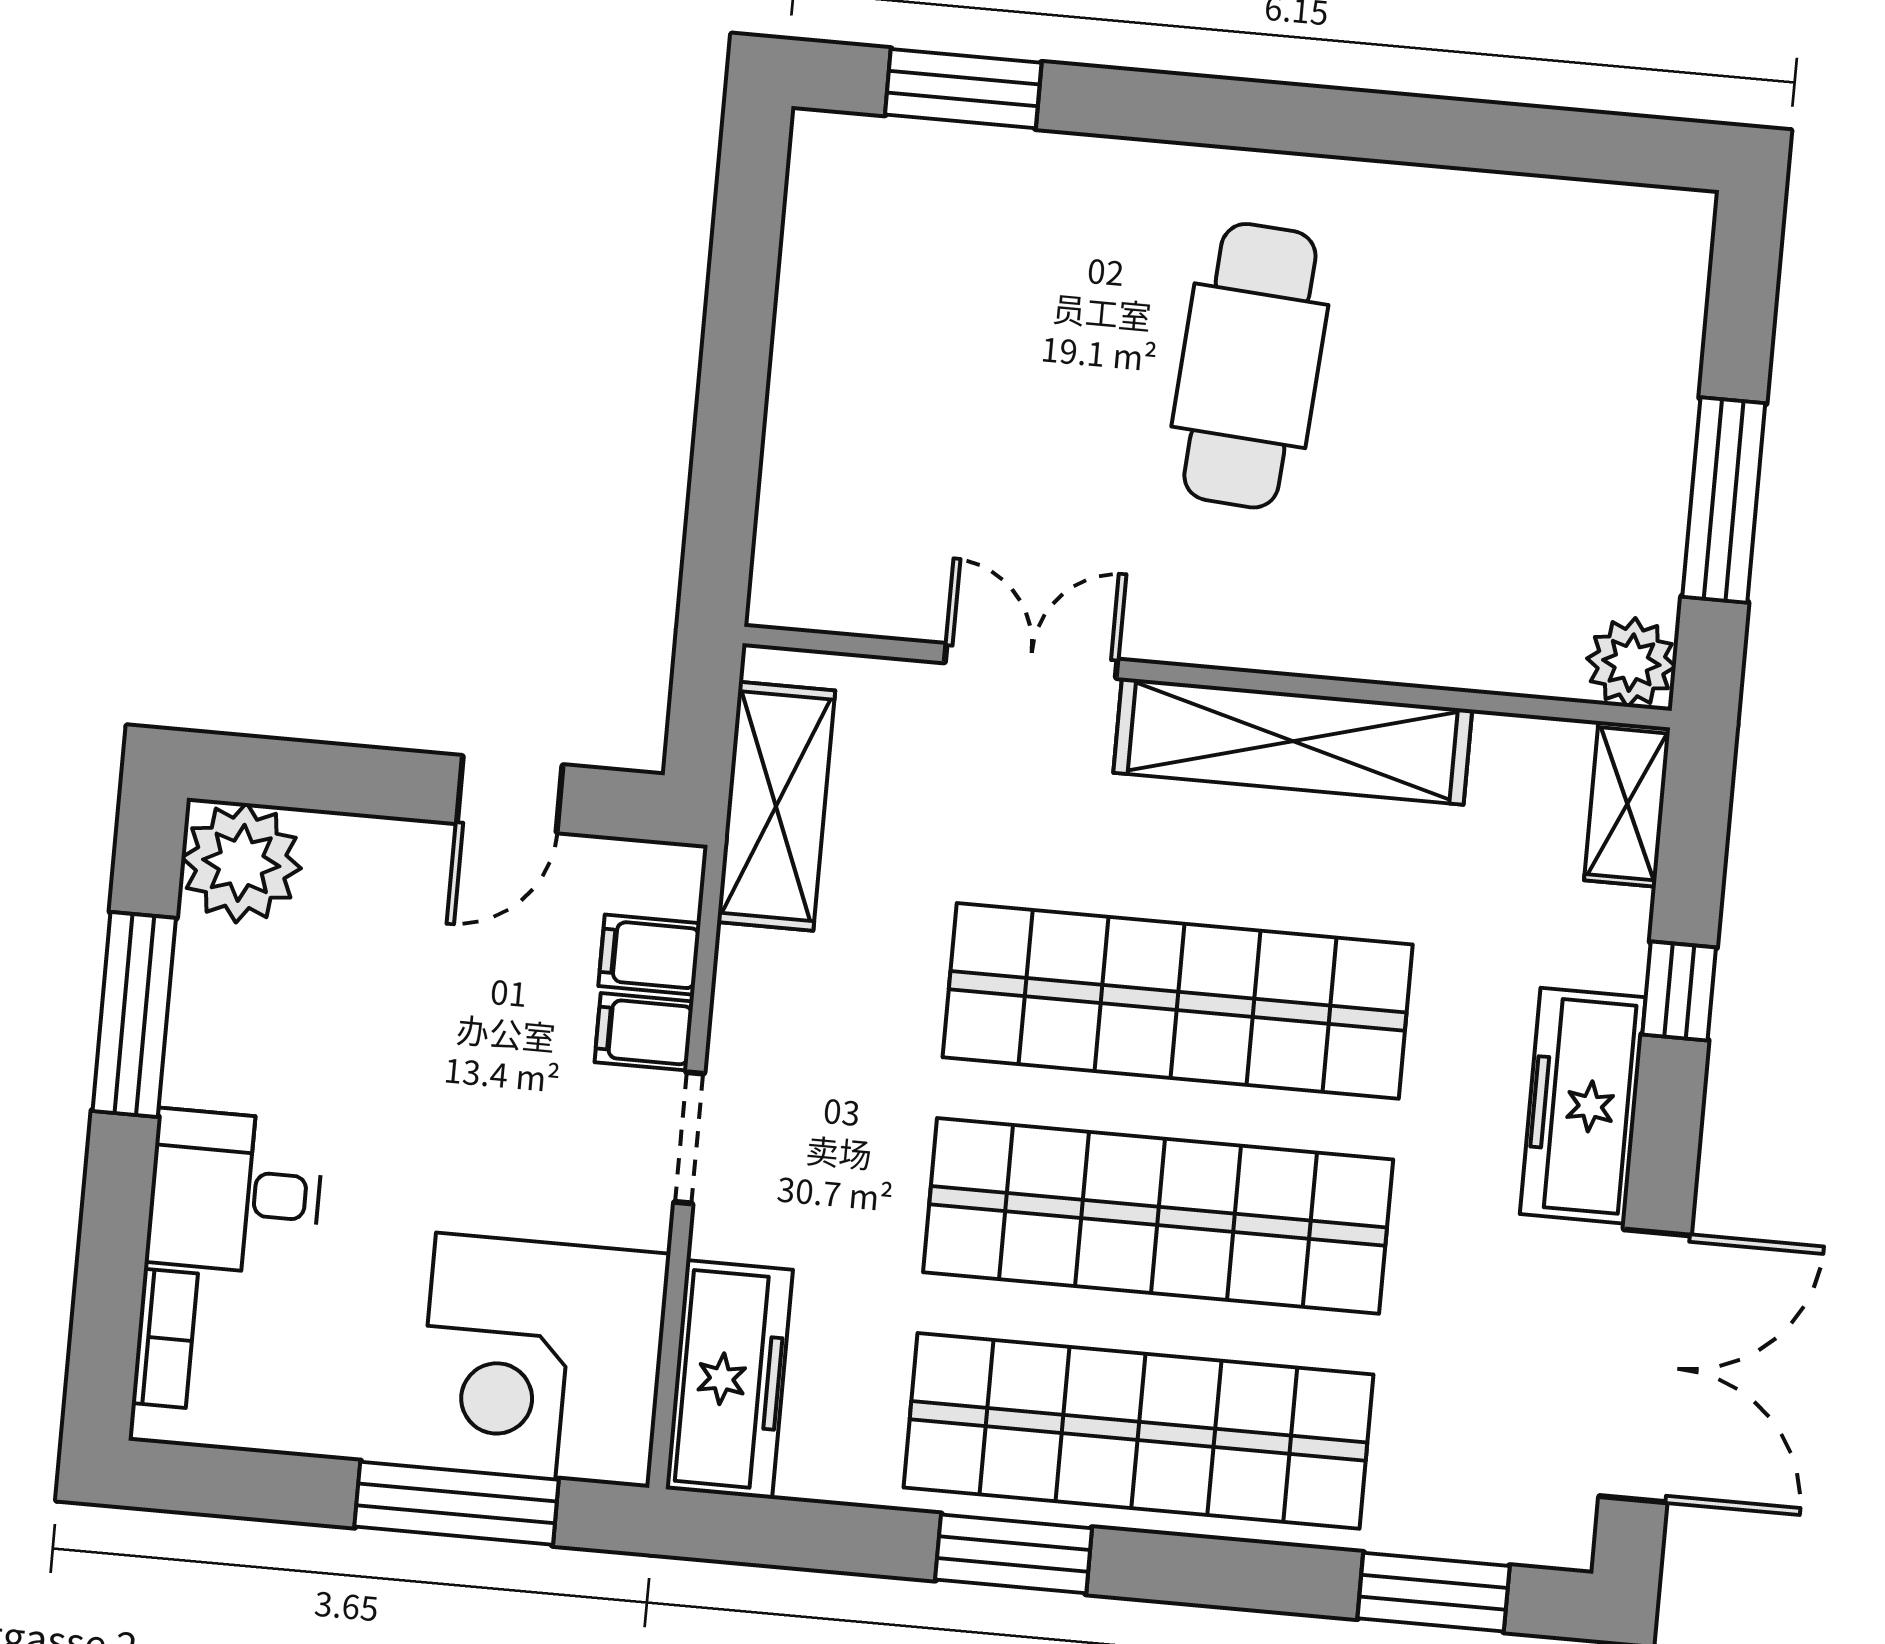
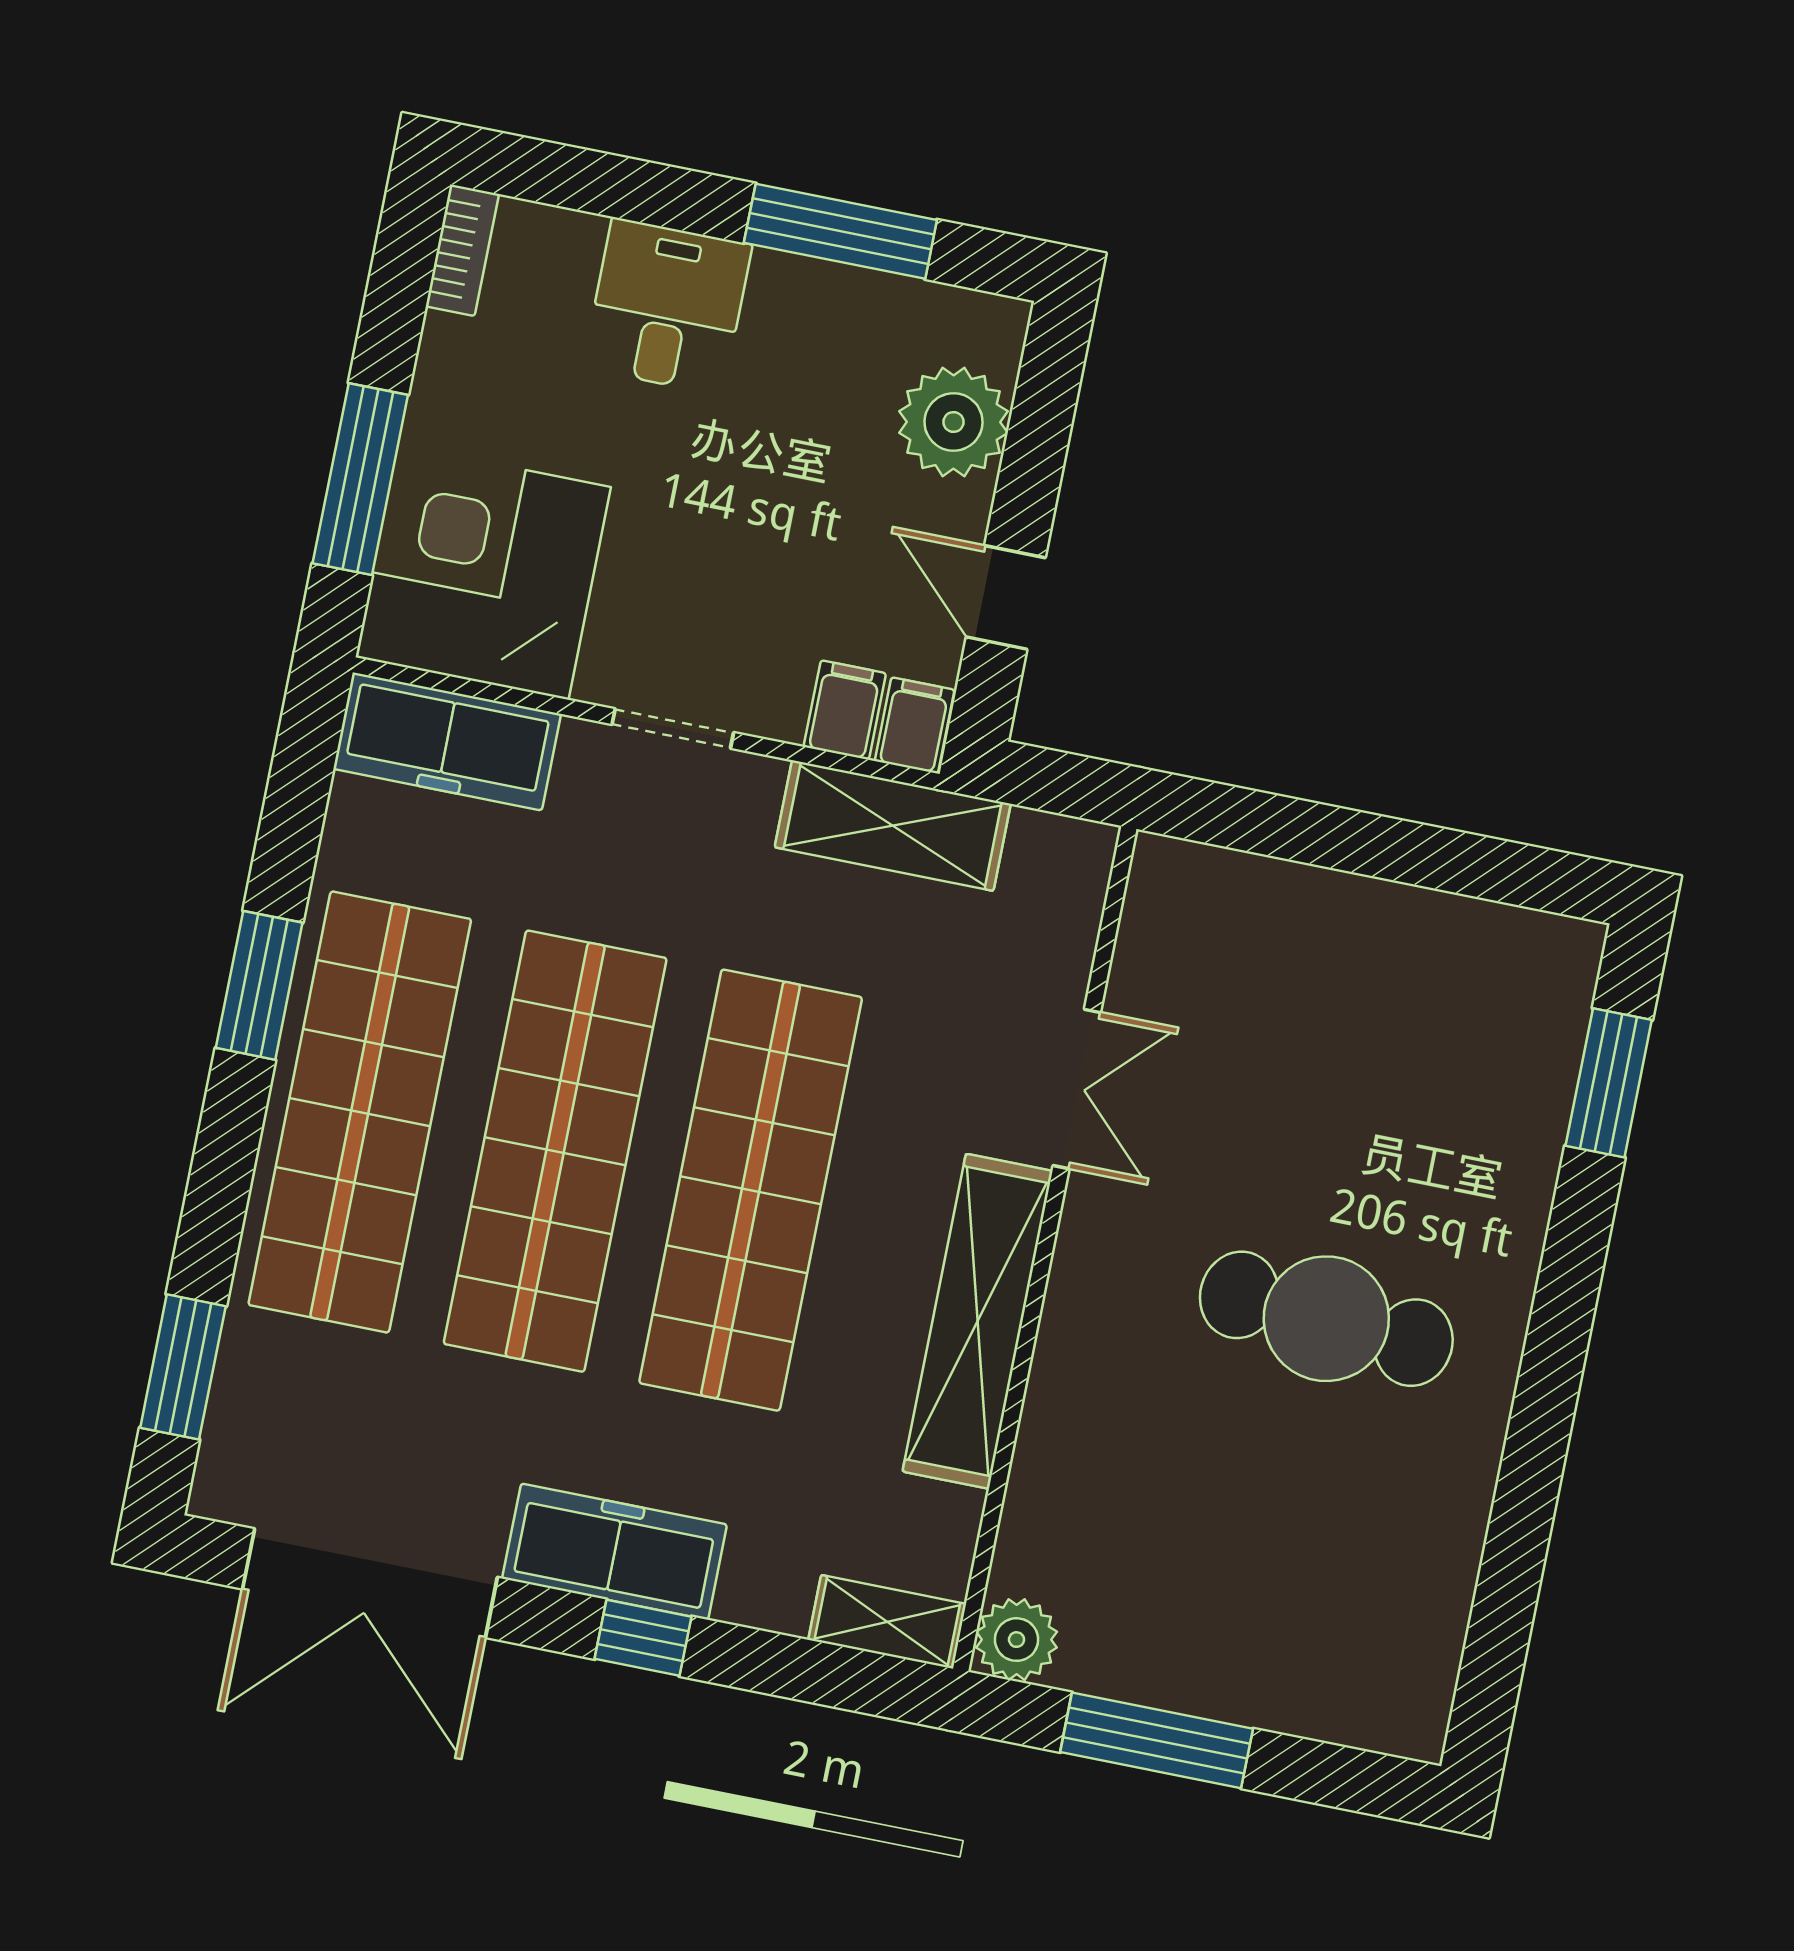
shelving: (776, 806) -> (893, 826), moved
plant: (241, 863) -> (954, 422), moved
window: (1679, 991) -> (643, 1638), moved
filing cabinet: (644, 1032) -> (915, 725), moved
bookcase: (165, 1338) -> (462, 250), moved, turned -90

